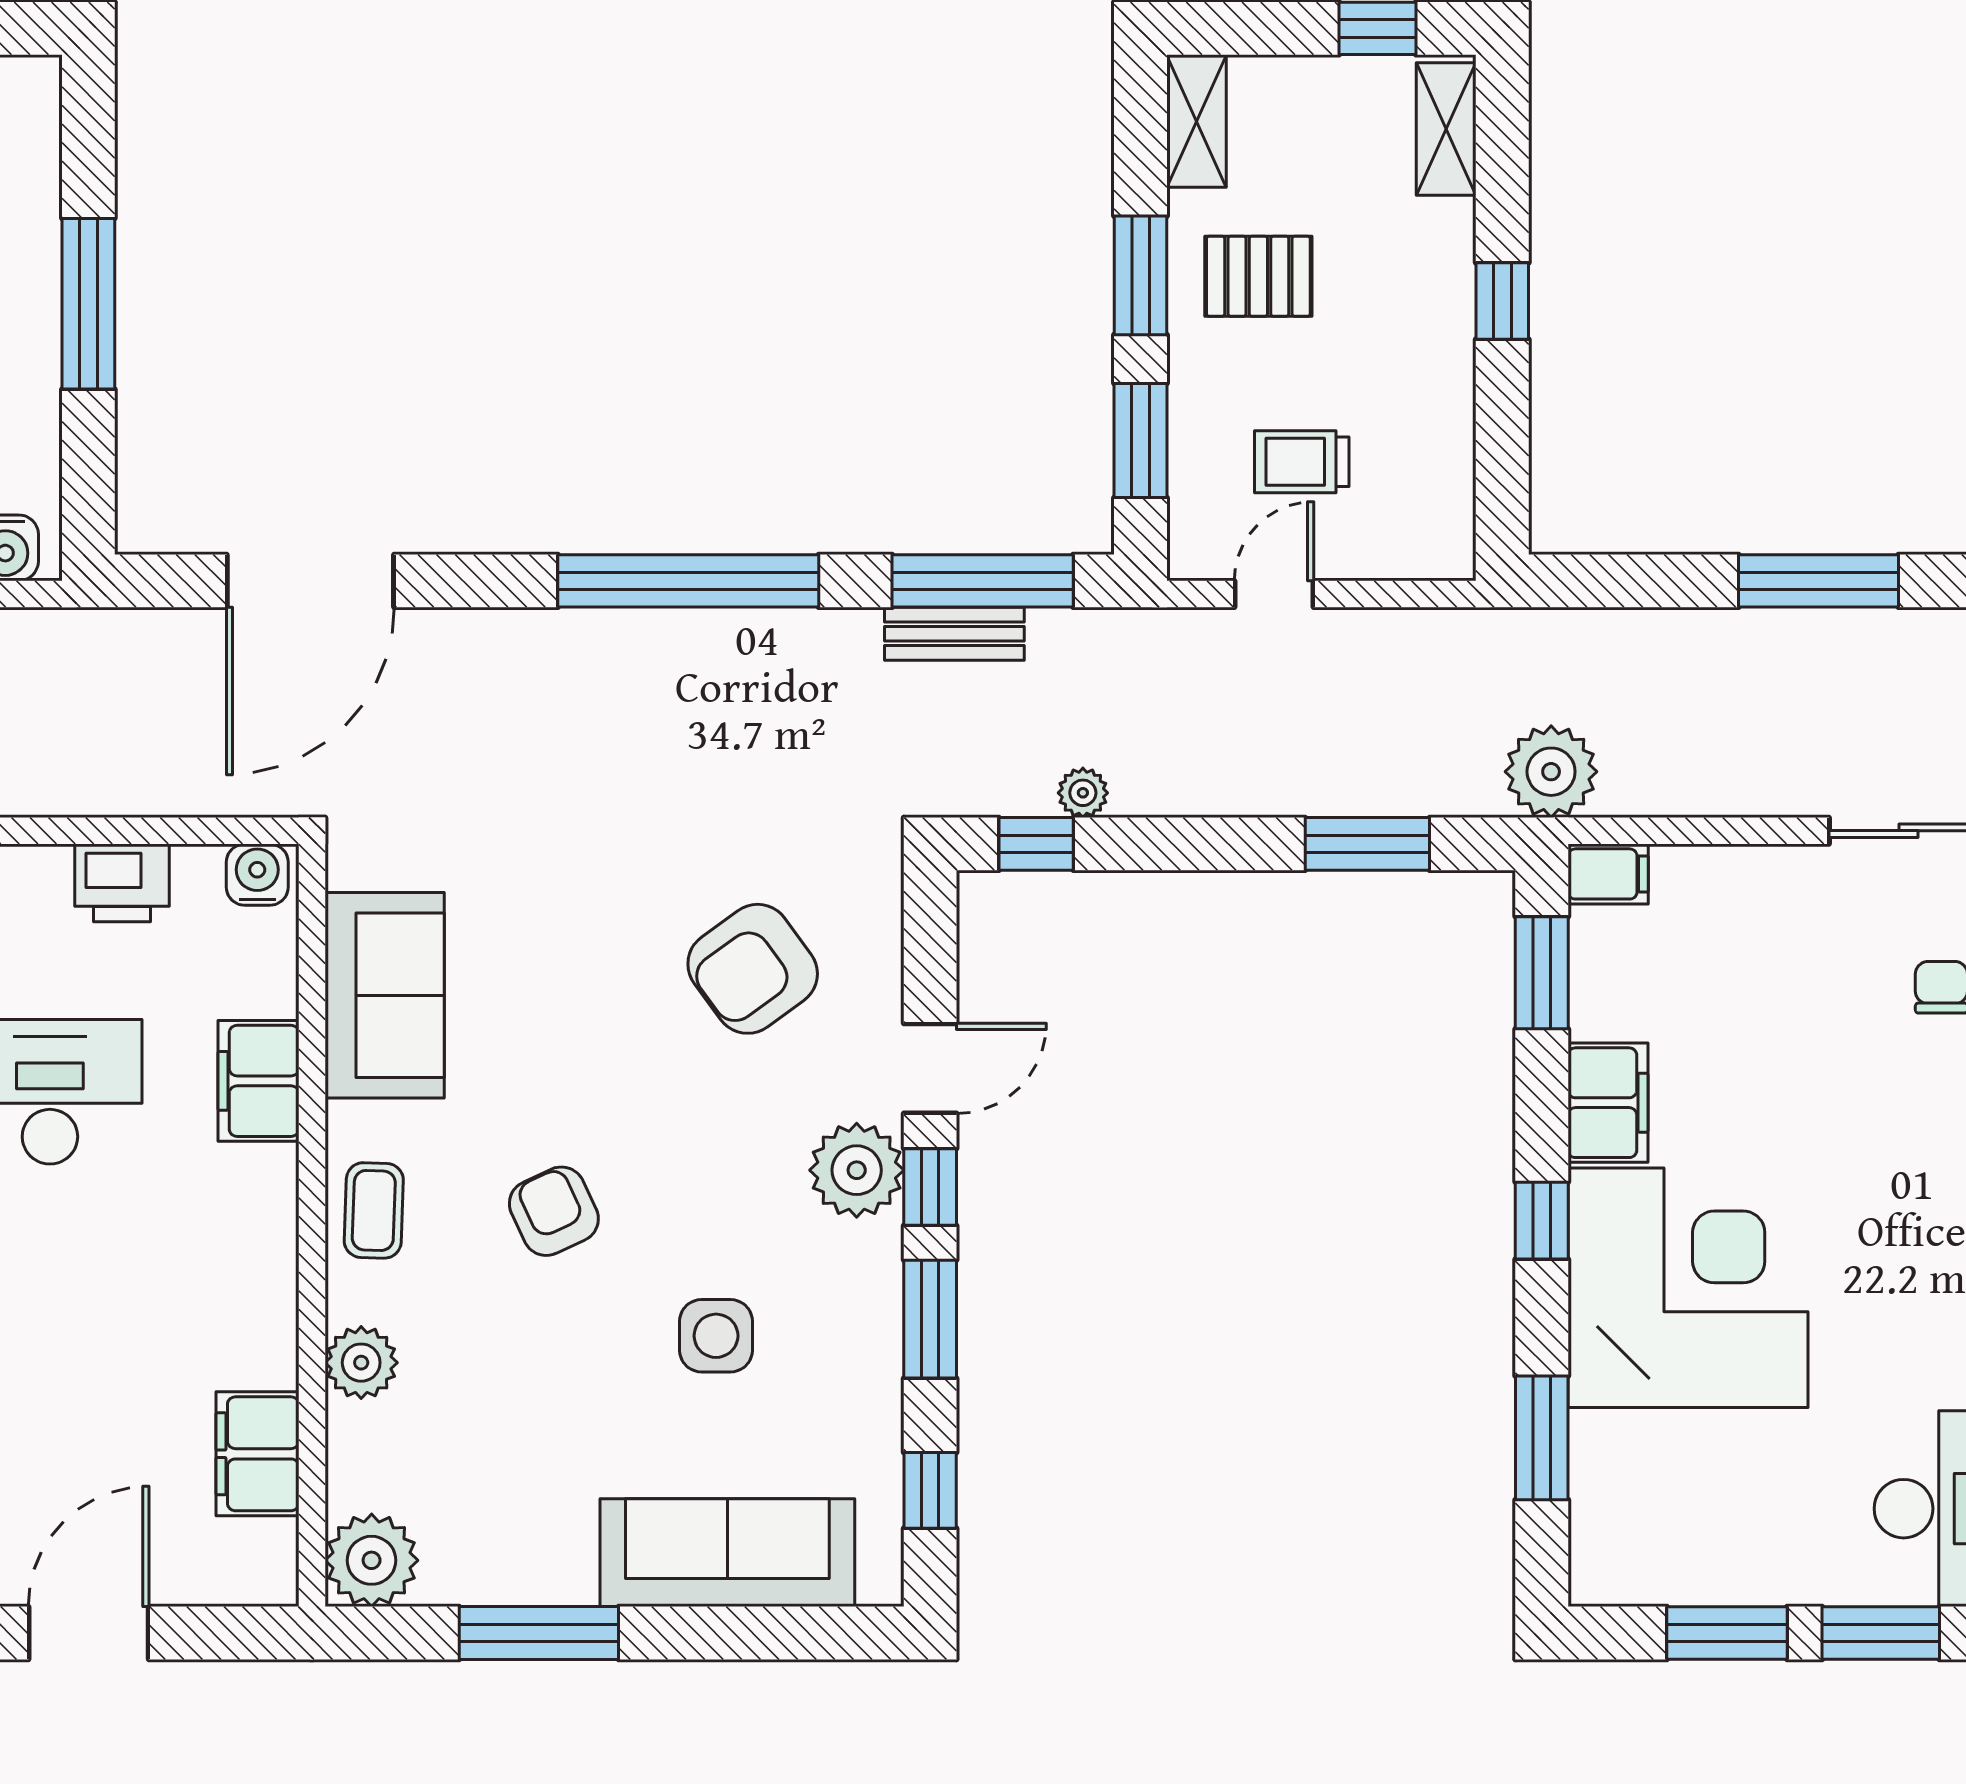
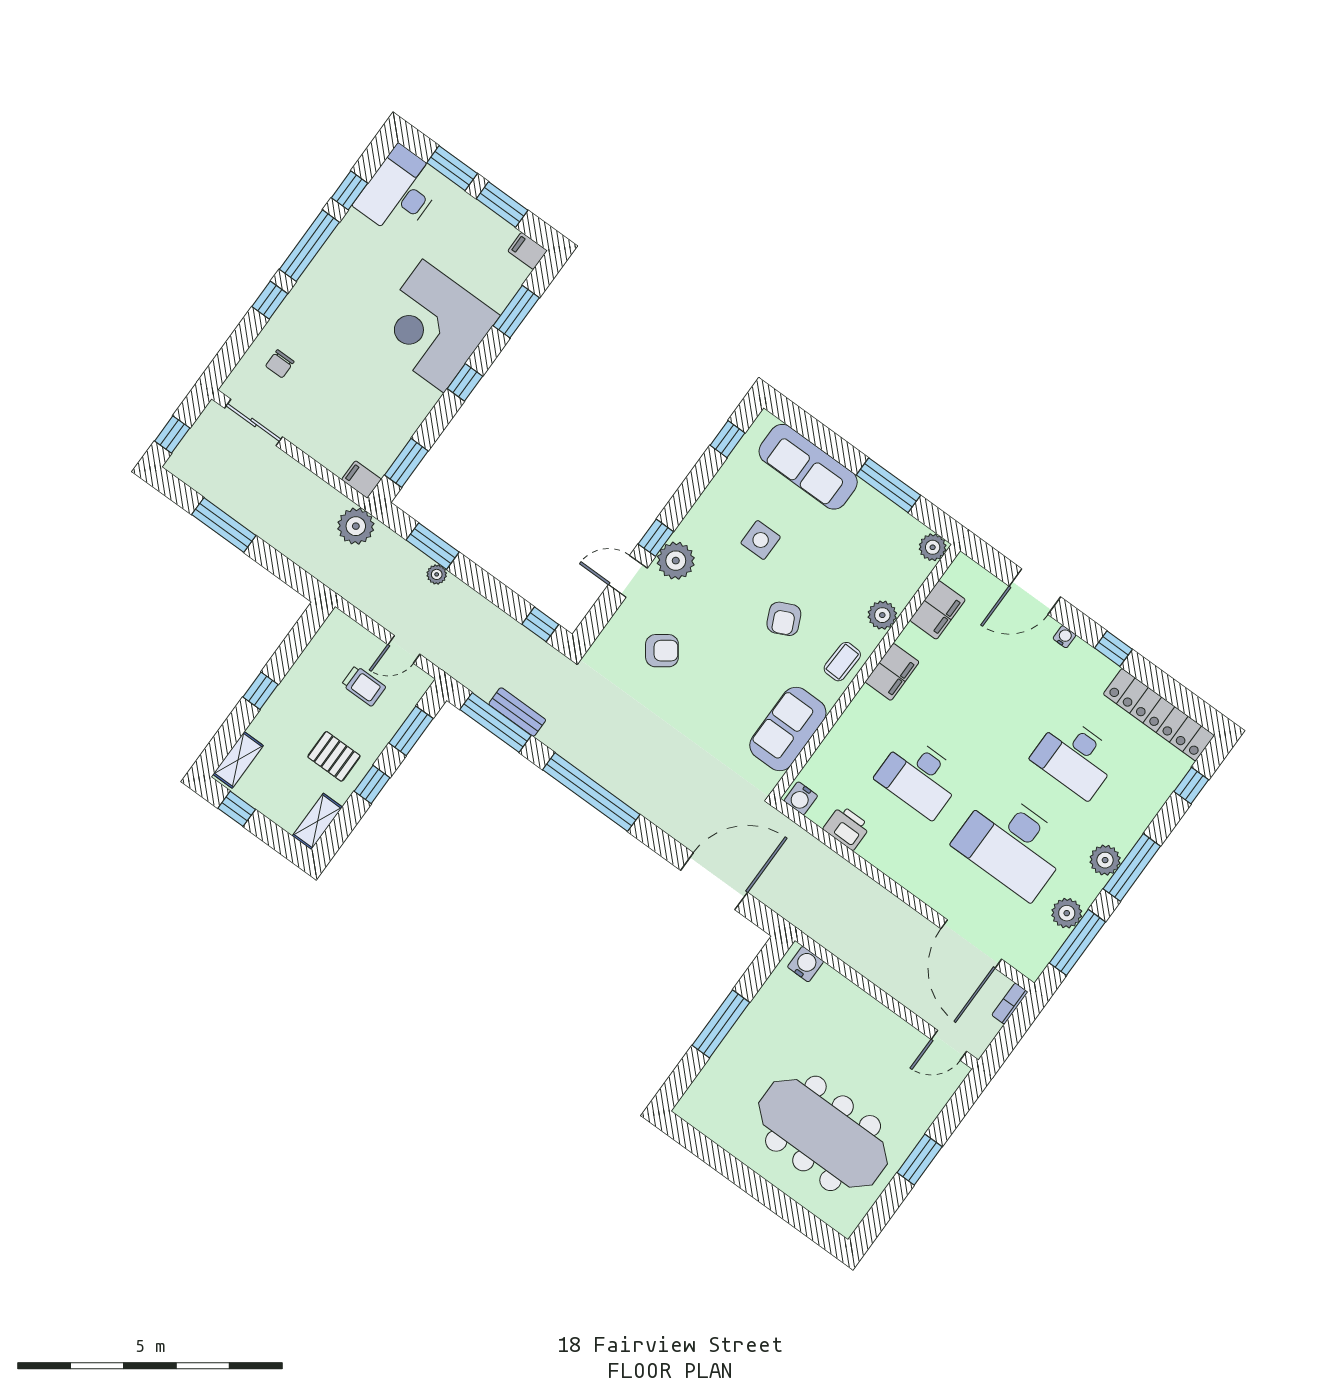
window: (1141, 275) -> (372, 785), width x0.67
plant: (1083, 793) -> (437, 574), moved
armchair: (753, 969) -> (662, 651), width x0.72, depth x0.72
filing cabinet: (258, 1081) -> (892, 672), moved
filing cabinet: (1608, 1103) -> (528, 251), moved, width x0.50
window: (930, 1319) -> (687, 495), removed
plant: (372, 1560) -> (933, 547), width x0.73, depth x0.73

